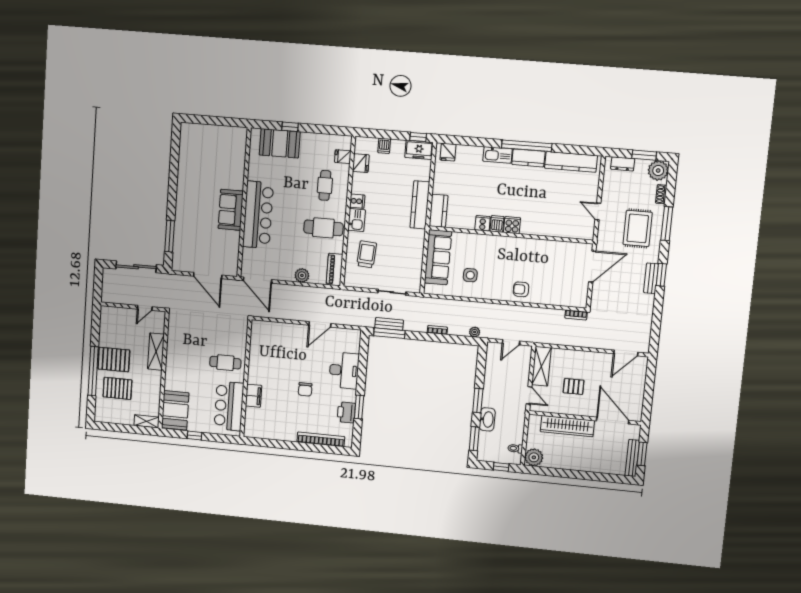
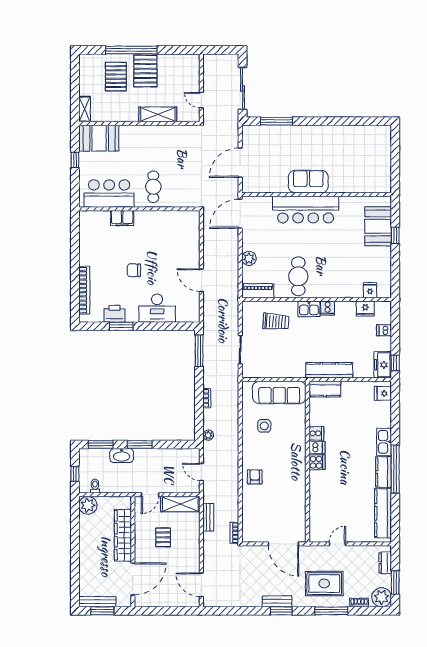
cafe table: (325, 185) -> (340, 275), removed
bench: (389, 324) -> (208, 517), moved

